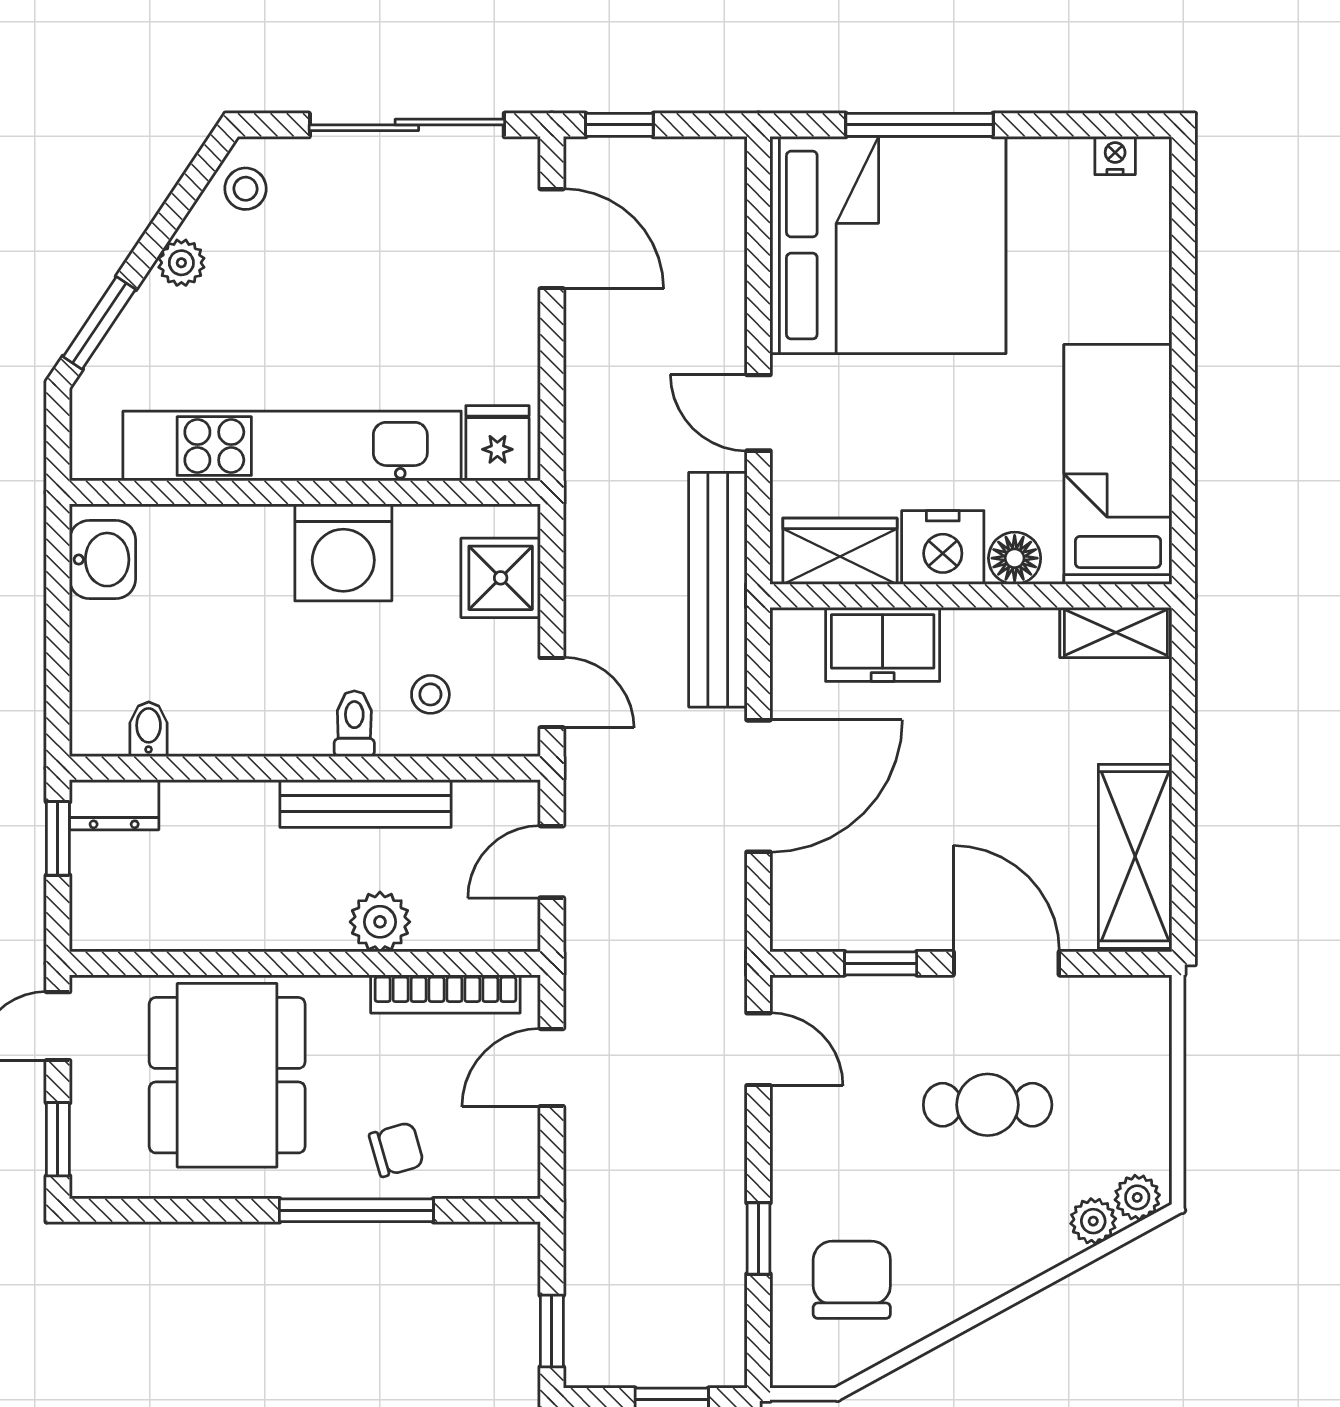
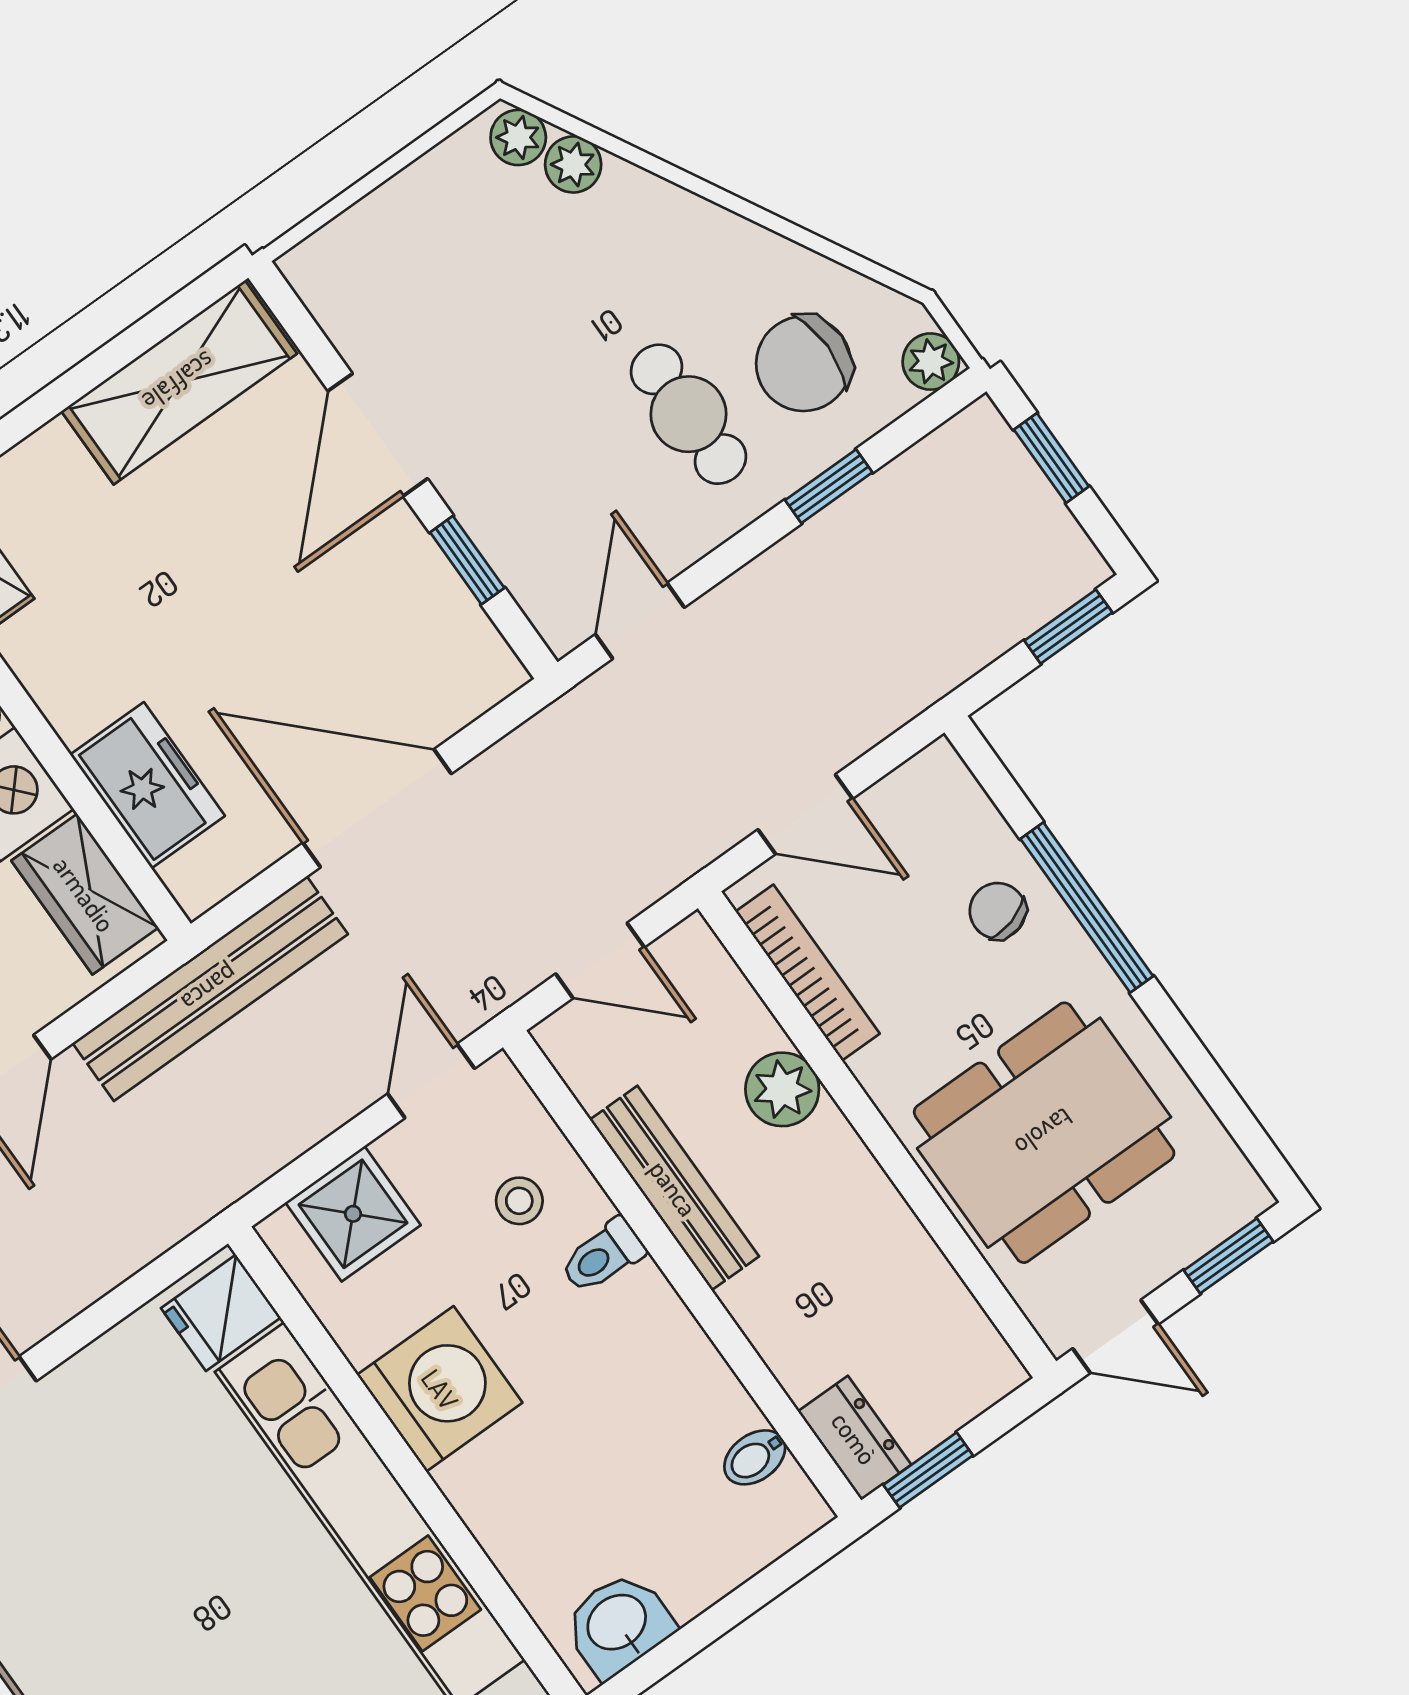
cafe table: (988, 1105) -> (688, 414), moved
plant: (793, 1365) -> (931, 362), added

